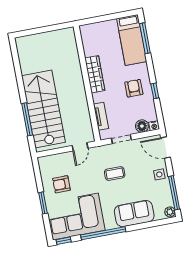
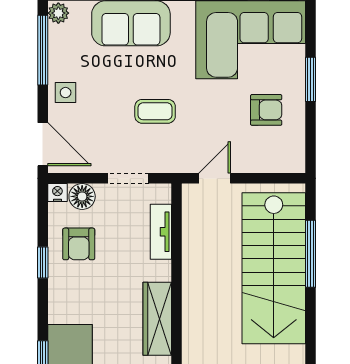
armchair: (134, 88) -> (79, 244), moved

